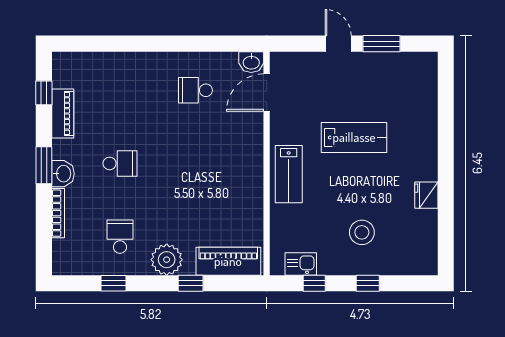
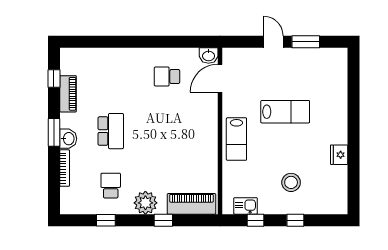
school desk: (120, 163) -> (111, 131), width x1.85

